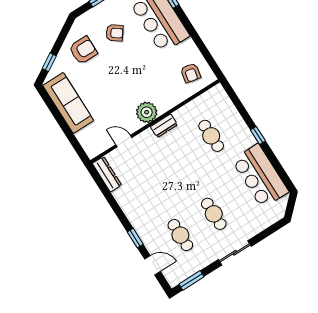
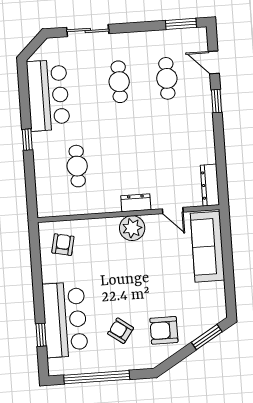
window: (49, 62) -> (207, 337), width x1.50
sofa: (68, 103) -> (207, 247), moved
dresser: (164, 126) -> (136, 203), moved
sliding door: (235, 253) -> (88, 30), moved

